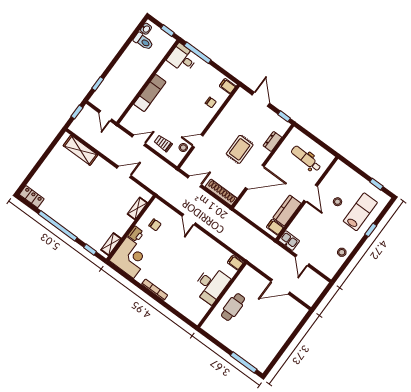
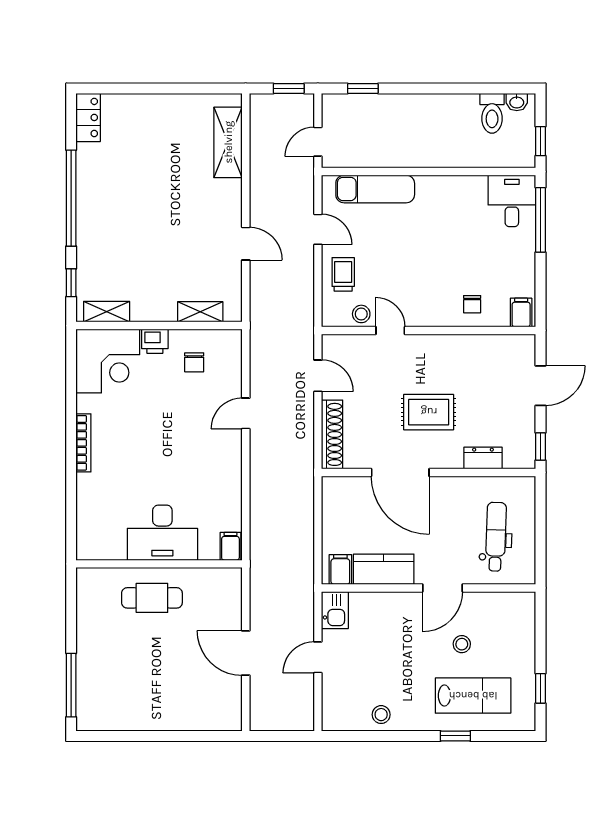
exam couch: (150, 93) -> (375, 189), moved

